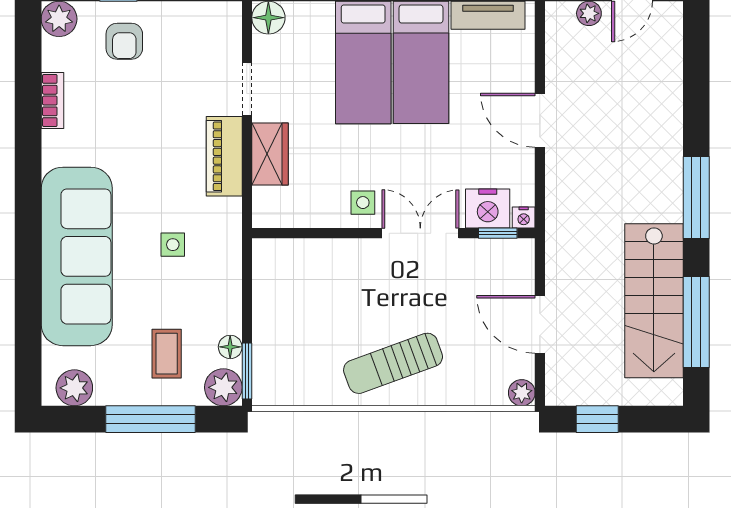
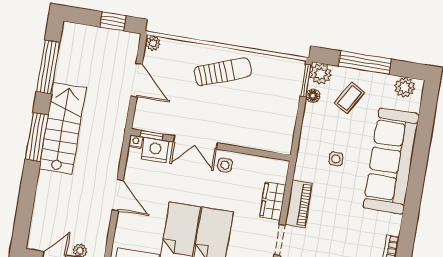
stairs: (654, 301) -> (63, 128), moved
coffee table: (167, 354) -> (349, 98), turned 30

